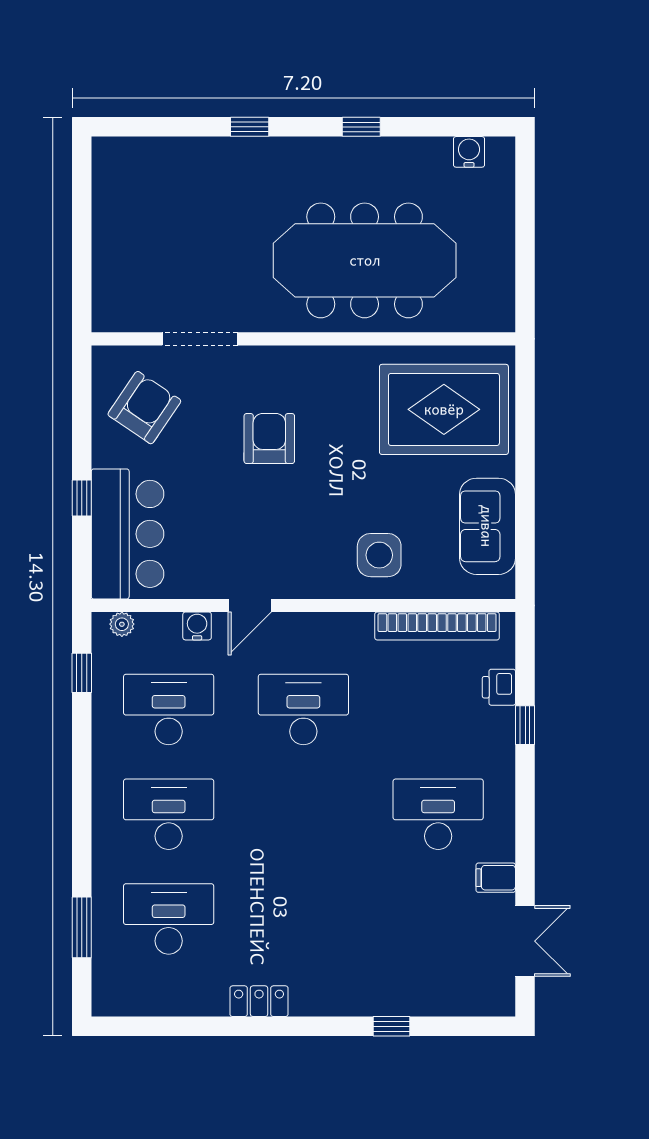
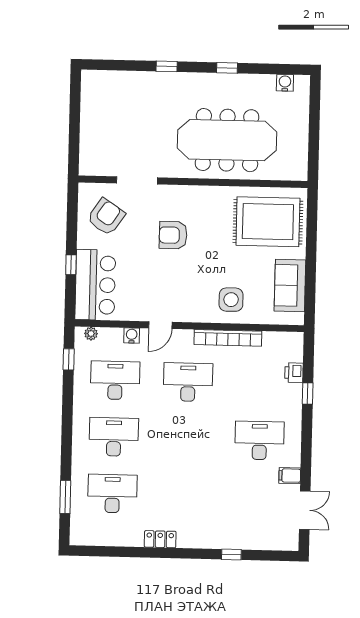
armchair: (269, 439) -> (173, 235), turned -90
bookcase: (437, 626) -> (228, 338), moved

